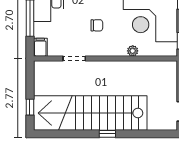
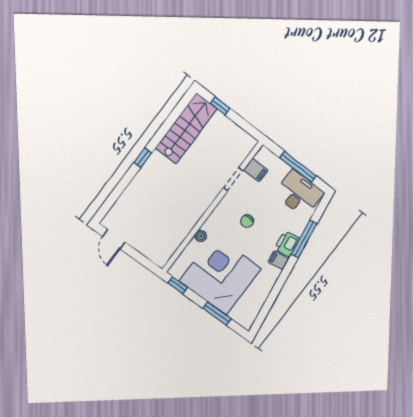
filing cabinet: (40, 47) -> (256, 170), moved
stairs: (90, 113) -> (186, 129), width x0.54, depth x0.66

